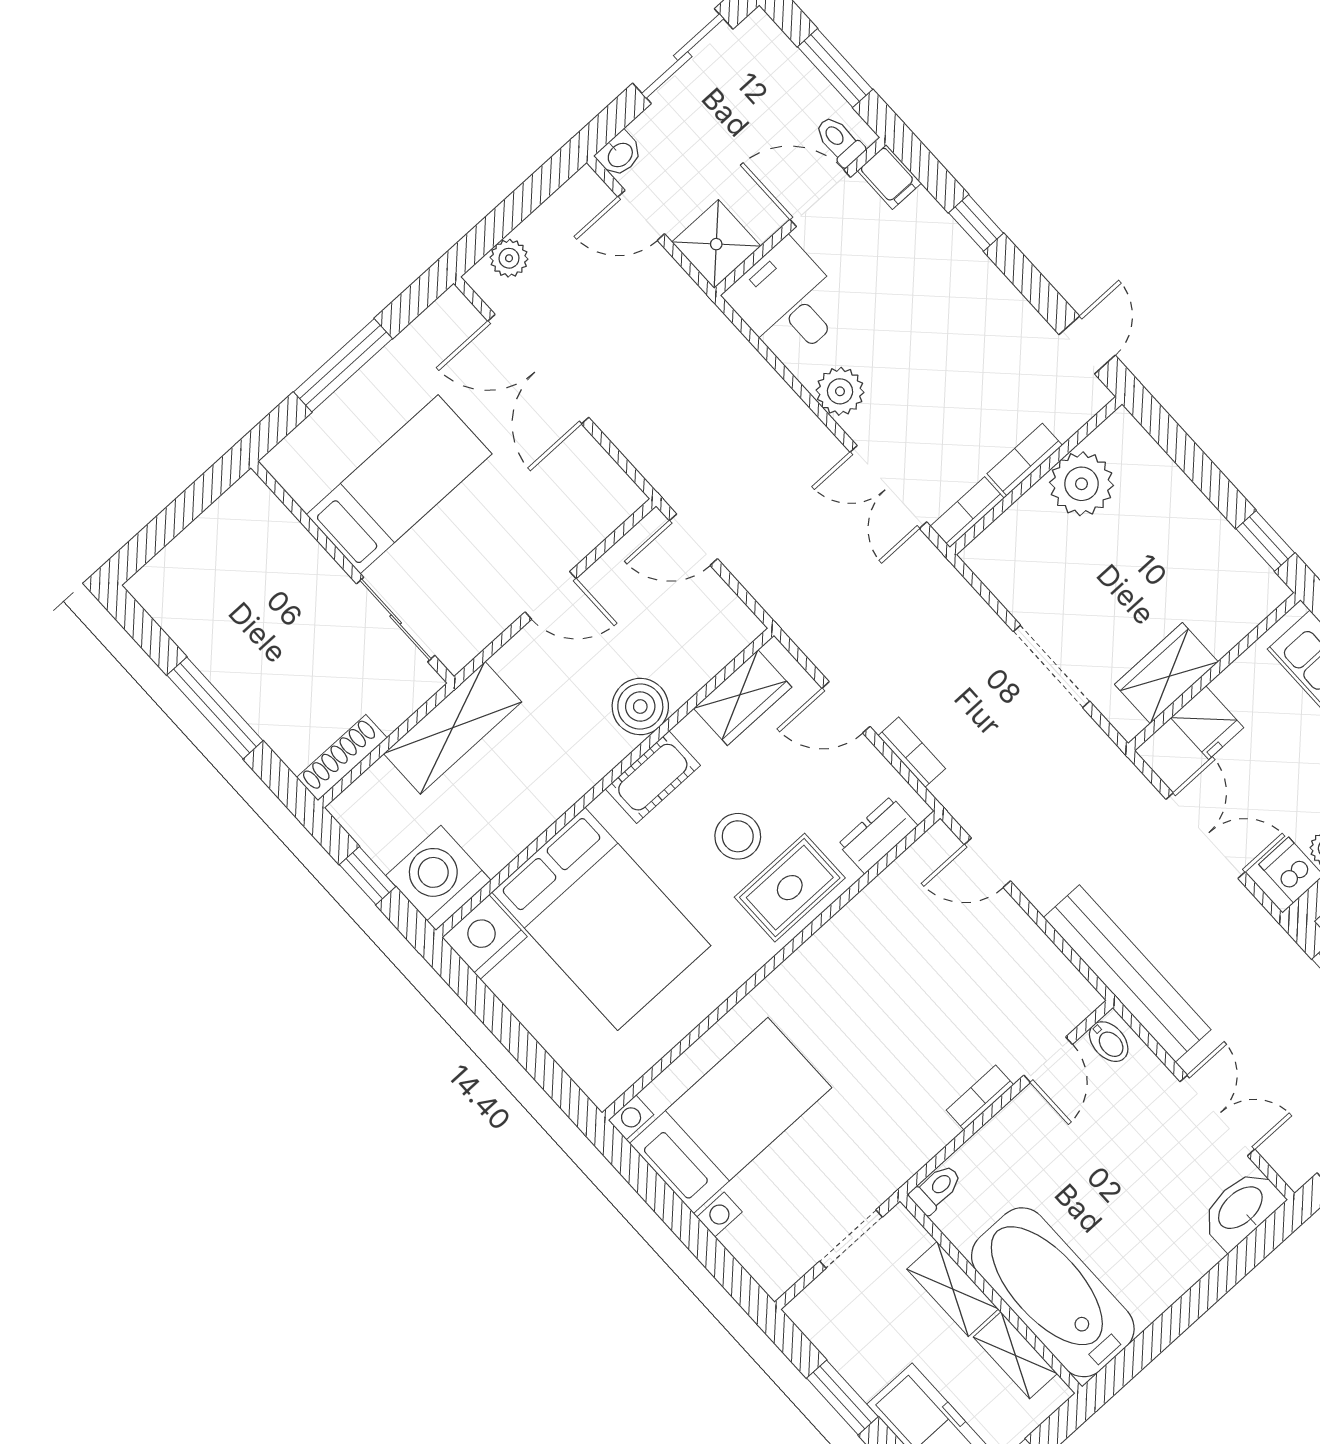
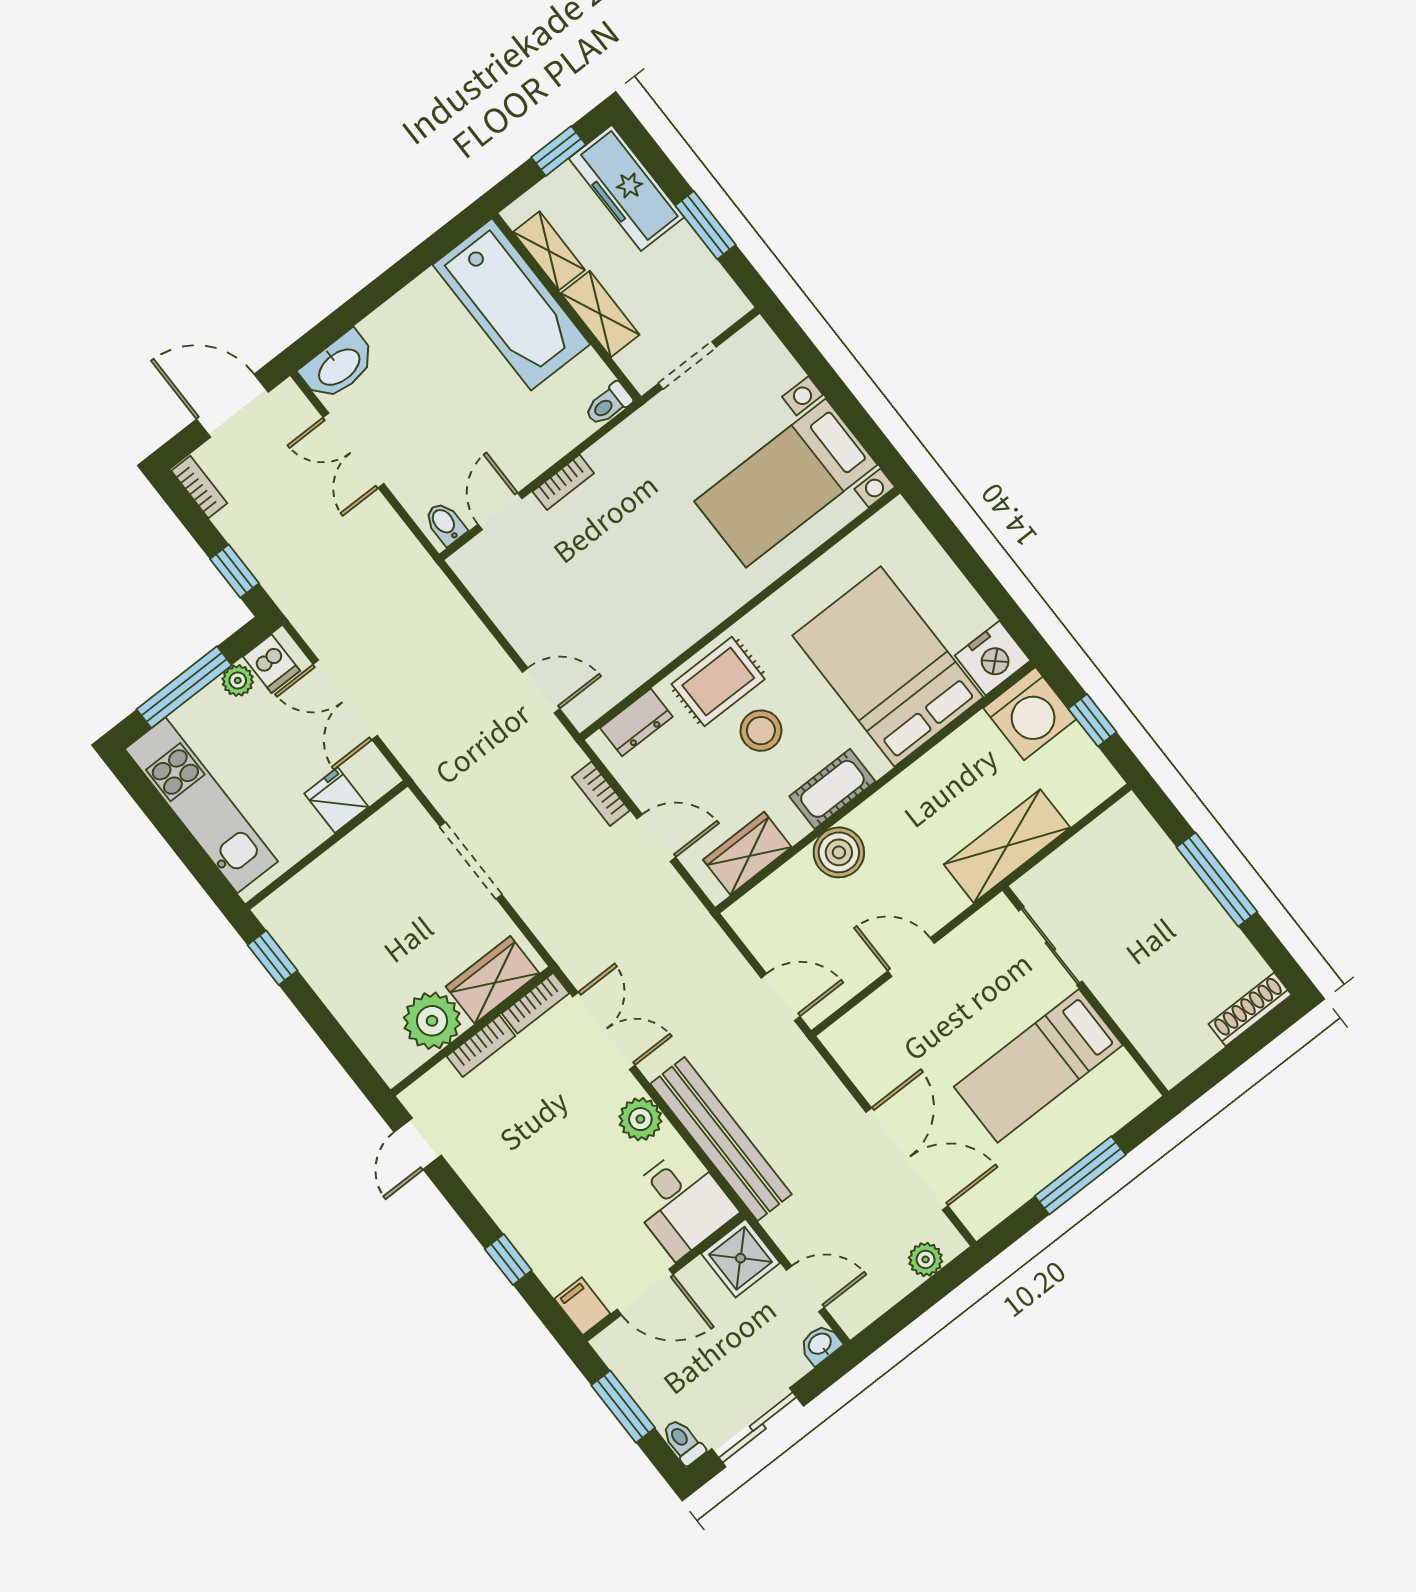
toilet: (839, 141) -> (683, 1442), moved, turned 180
wardrobe: (1166, 673) -> (492, 980), moved, turned 180
shoe rack: (342, 758) -> (1250, 1009), moved, turned 180
bench: (1127, 974) -> (721, 1139), moved

